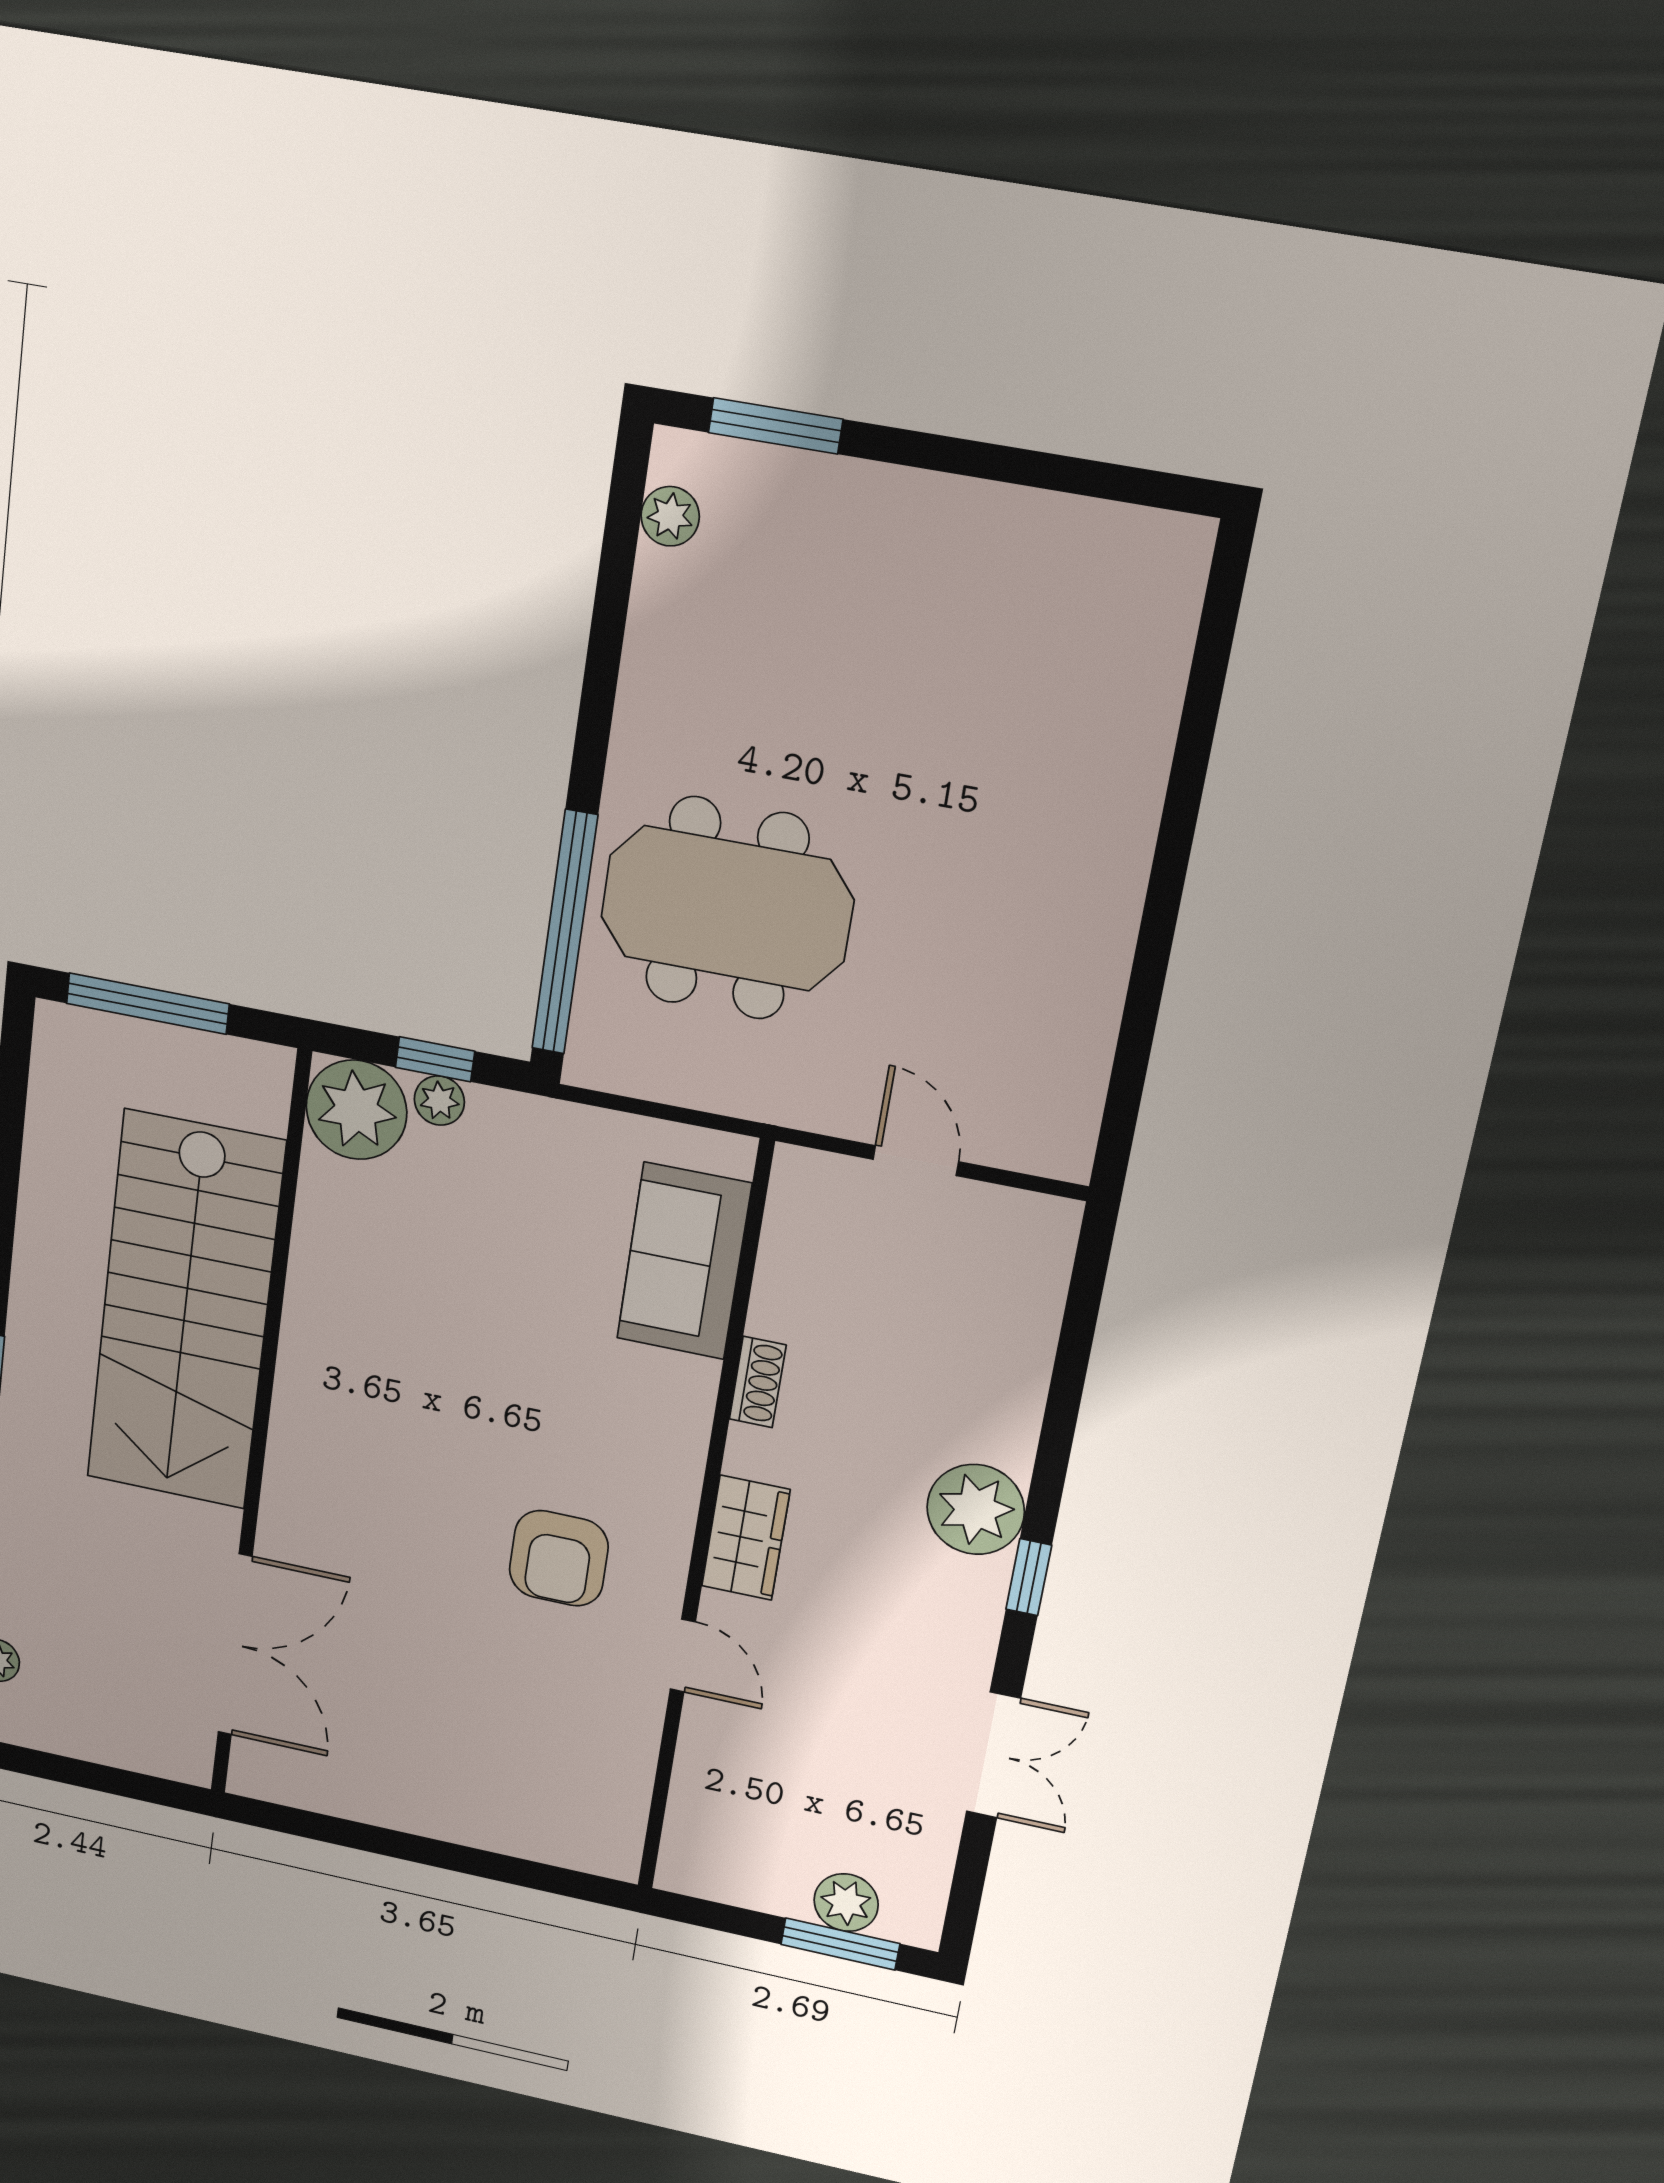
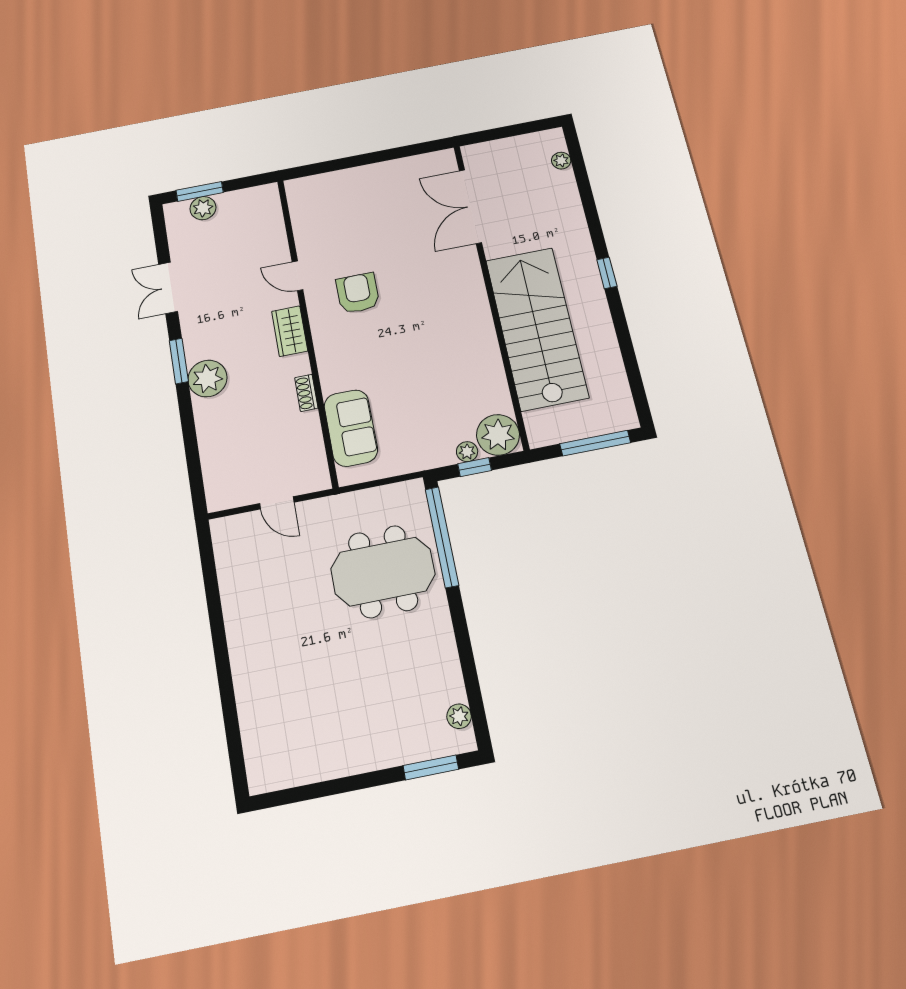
window: (1029, 1577) -> (179, 361), width x1.50

